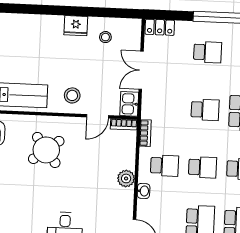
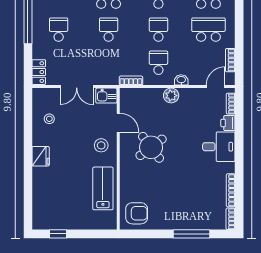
fridge: (76, 26) -> (41, 156), moved
bookcase: (124, 124) -> (124, 99), removed
round table: (46, 150) -> (151, 147), moved

